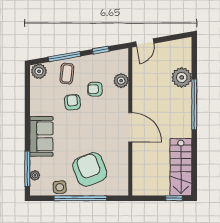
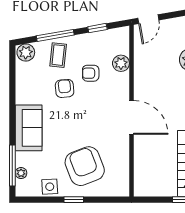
window: (80, 198) -> (74, 200), width x0.32

